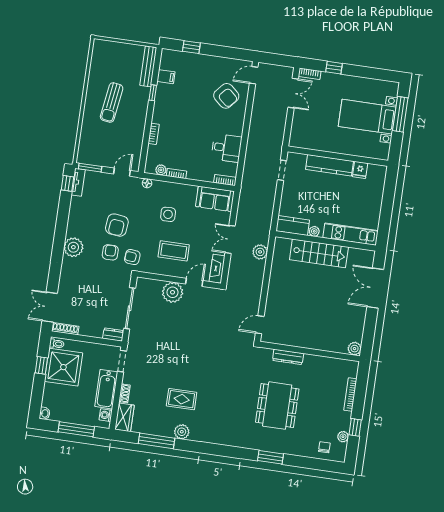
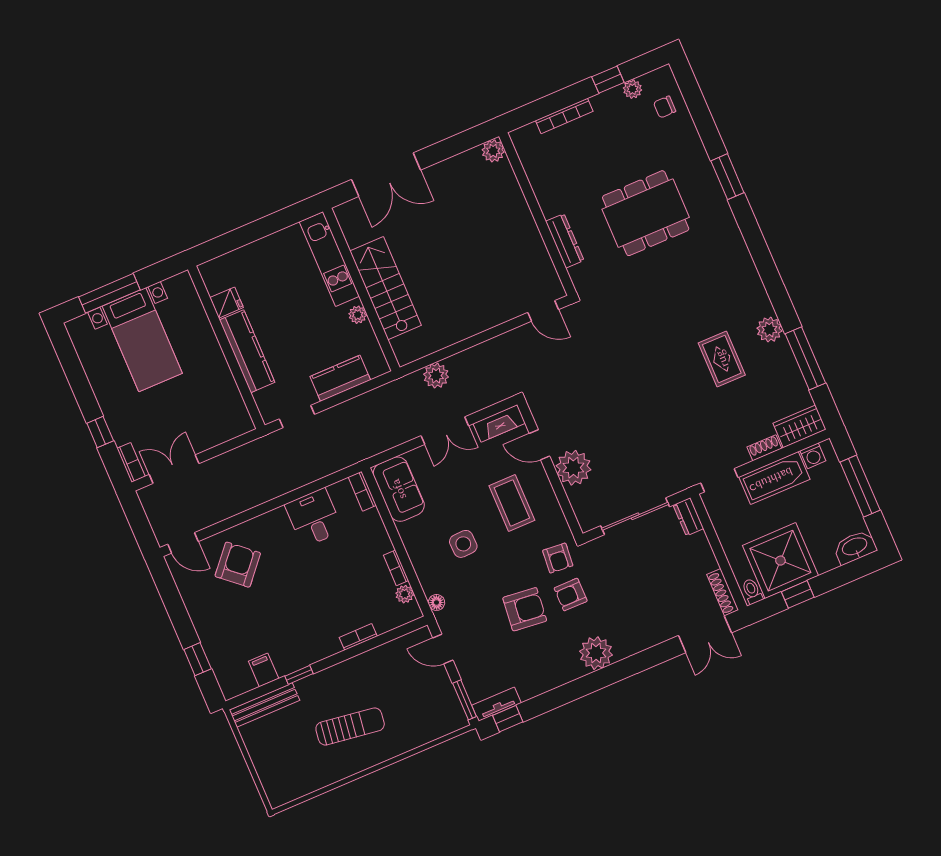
kitchen counter: (293, 226) -> (340, 378), moved, turned 90
washbasin: (45, 413) -> (855, 547), width x1.91, depth x1.45

